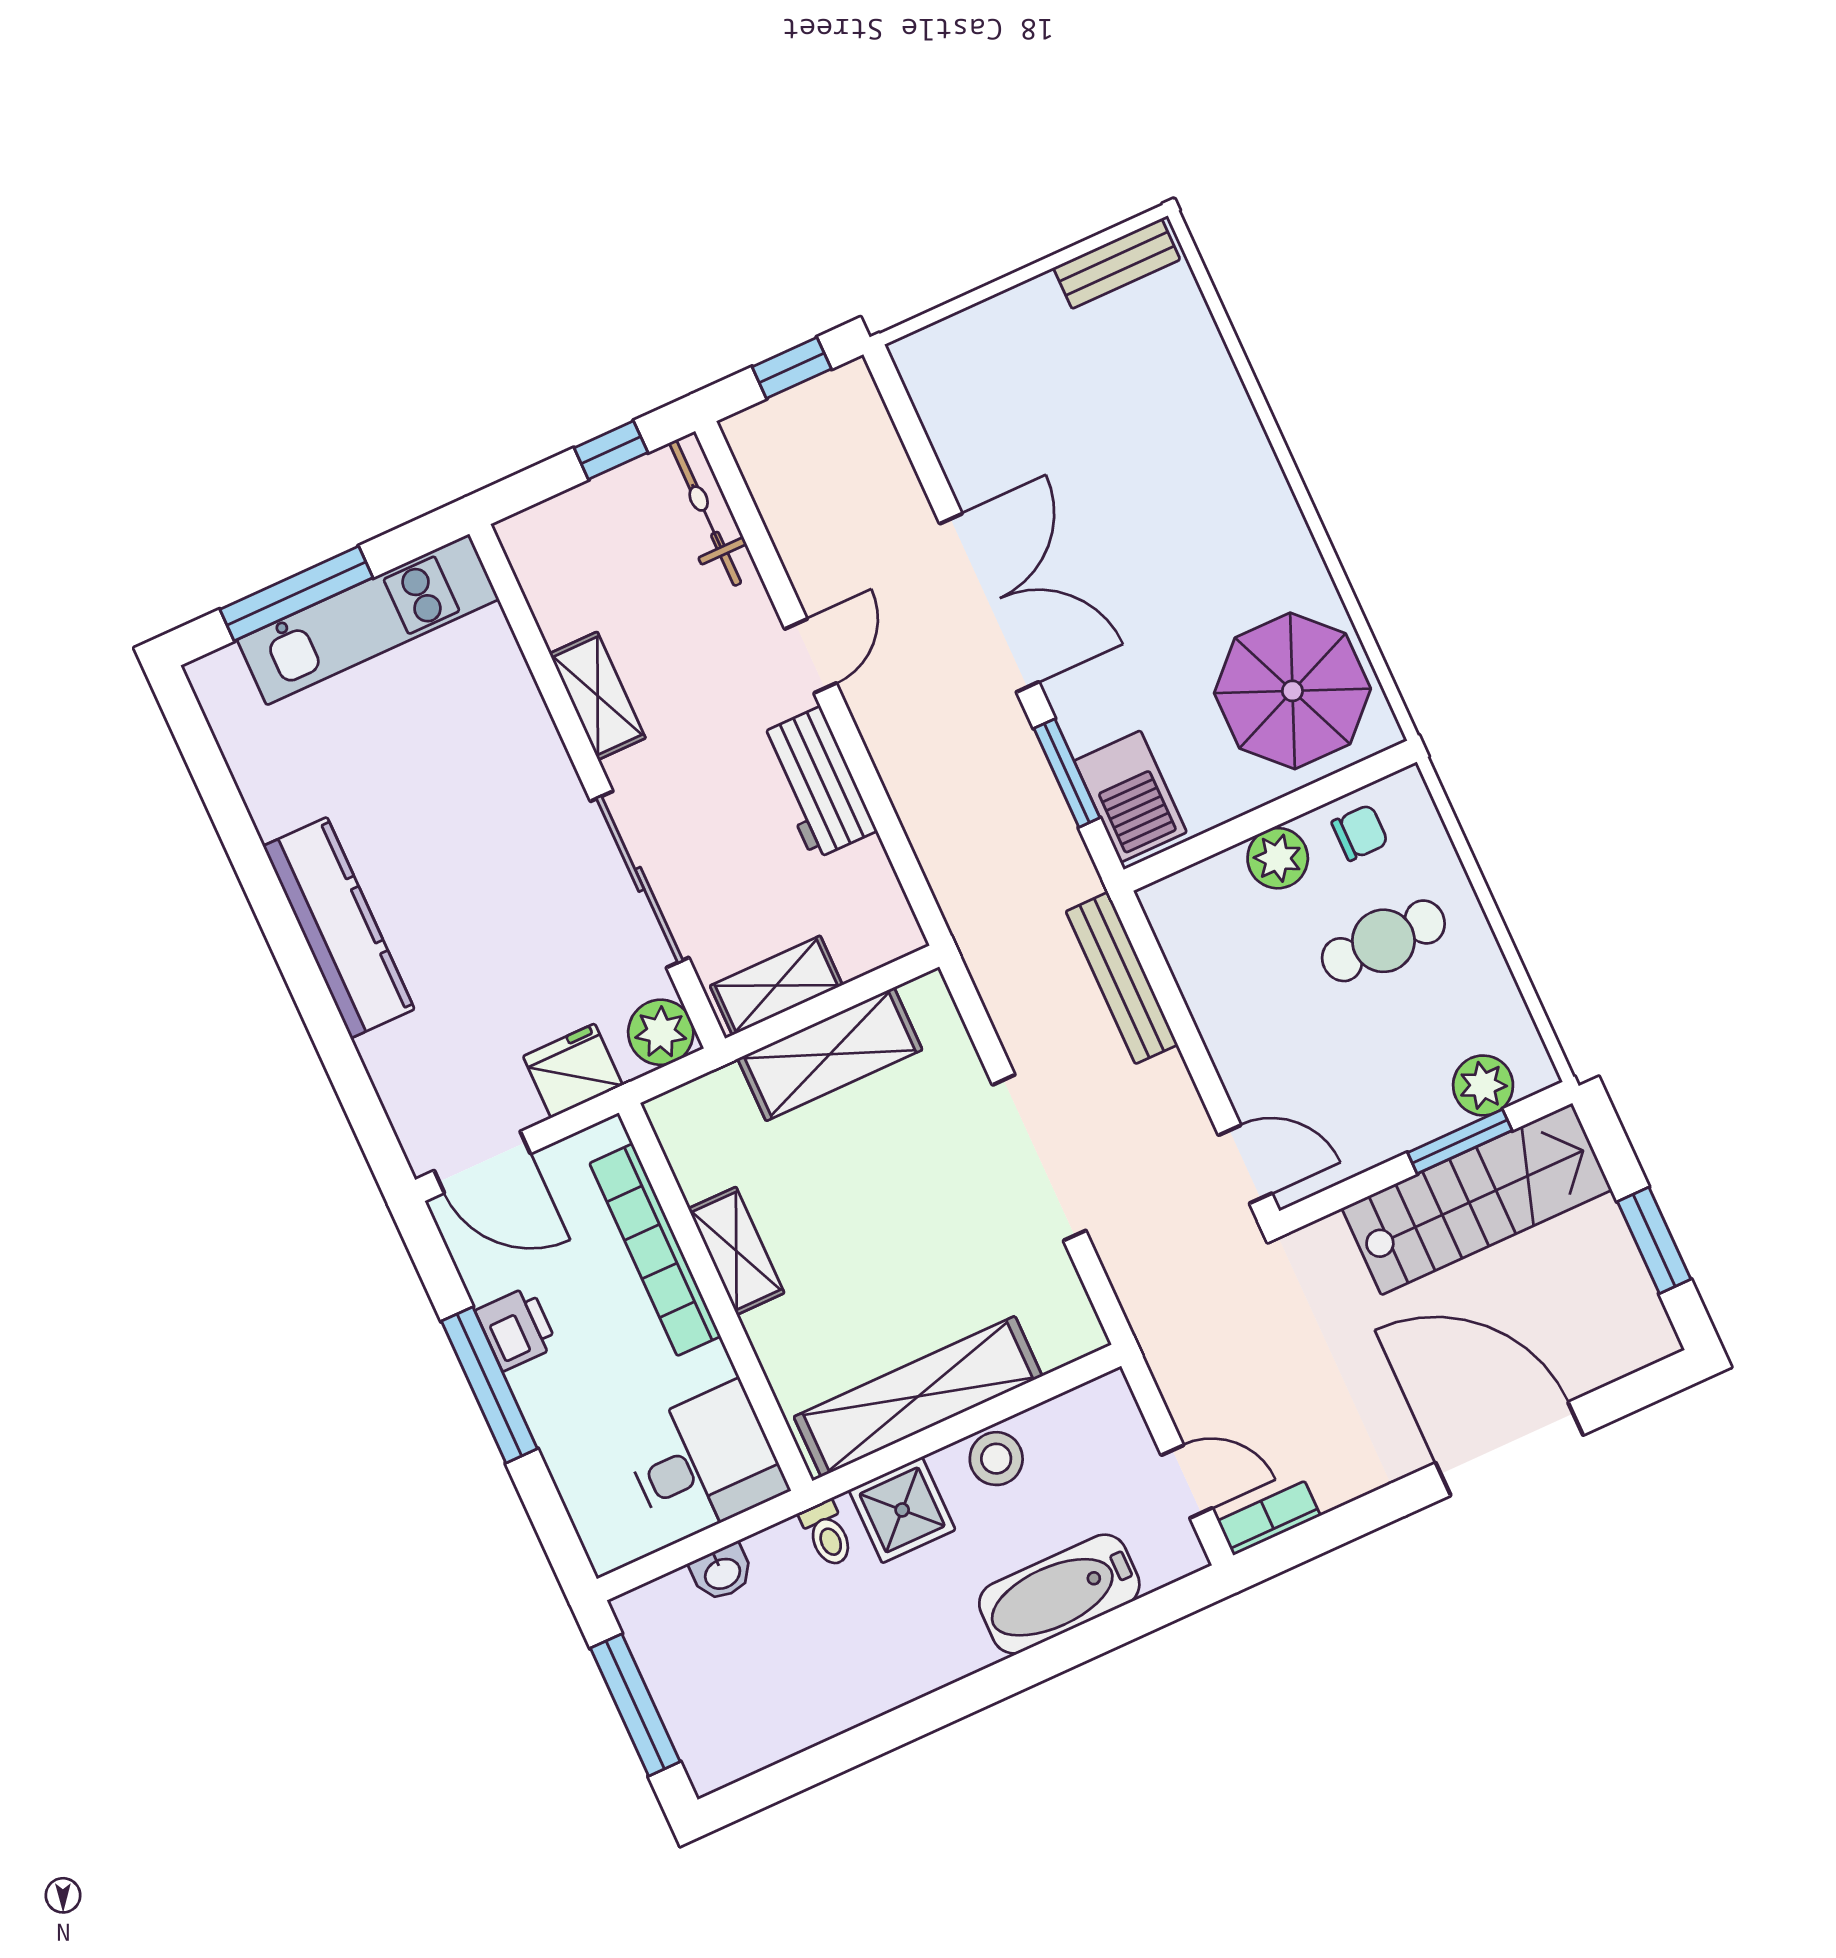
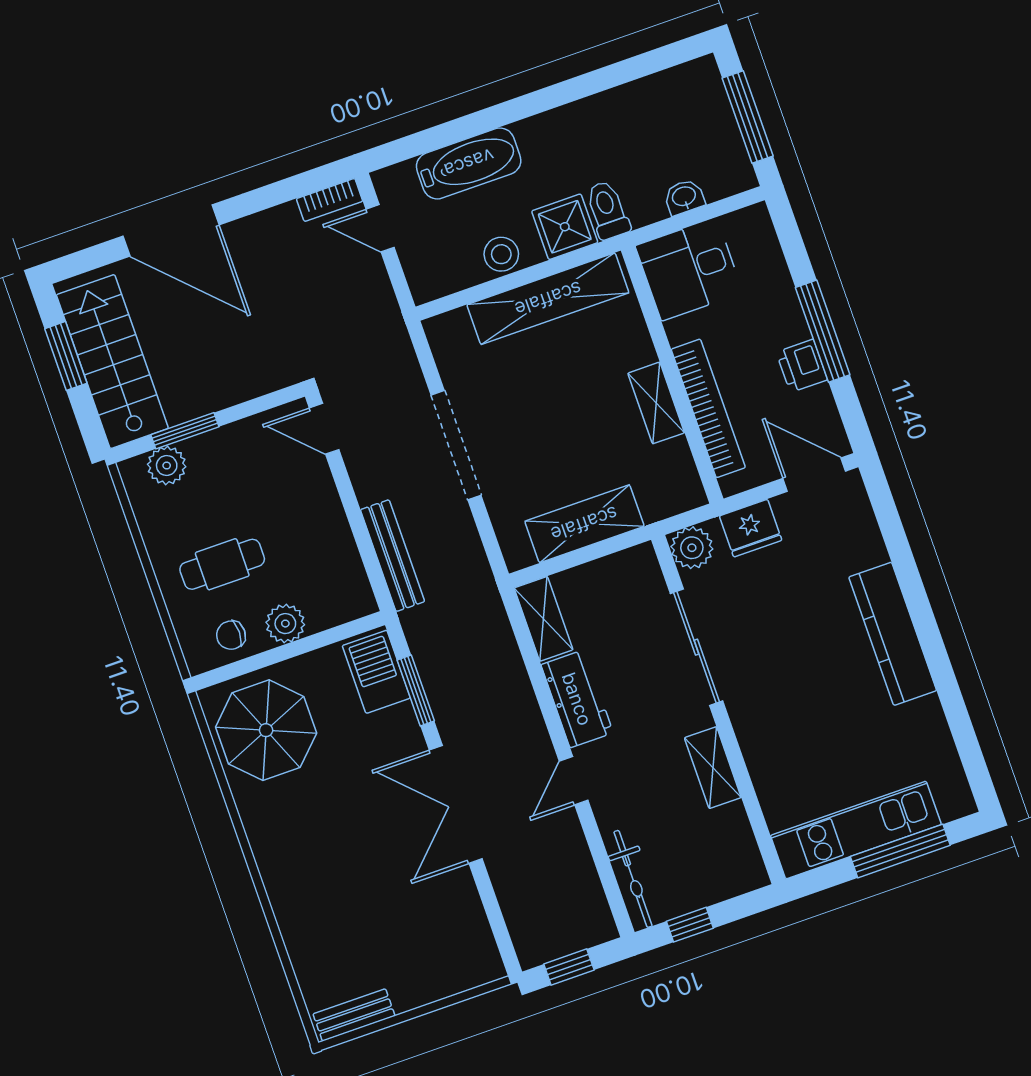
shelving: (776, 985) -> (544, 619), moved, turned 90
stairs: (1477, 1199) -> (112, 362), moved, turned 90
toilet: (827, 1534) -> (607, 210), width x1.37, depth x1.39

